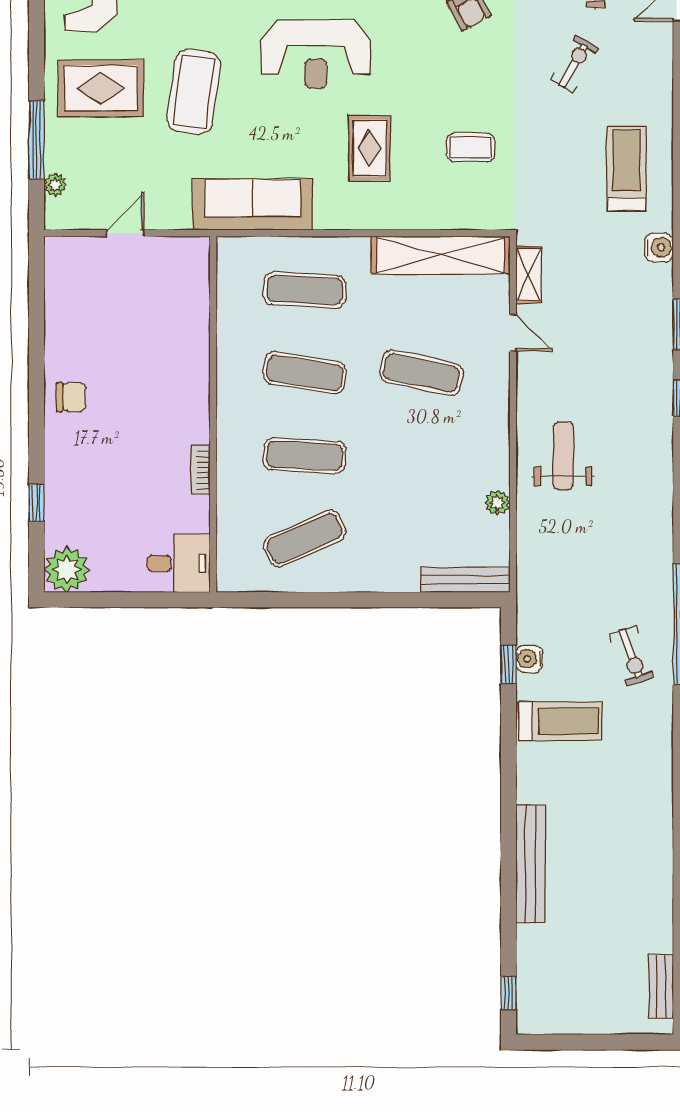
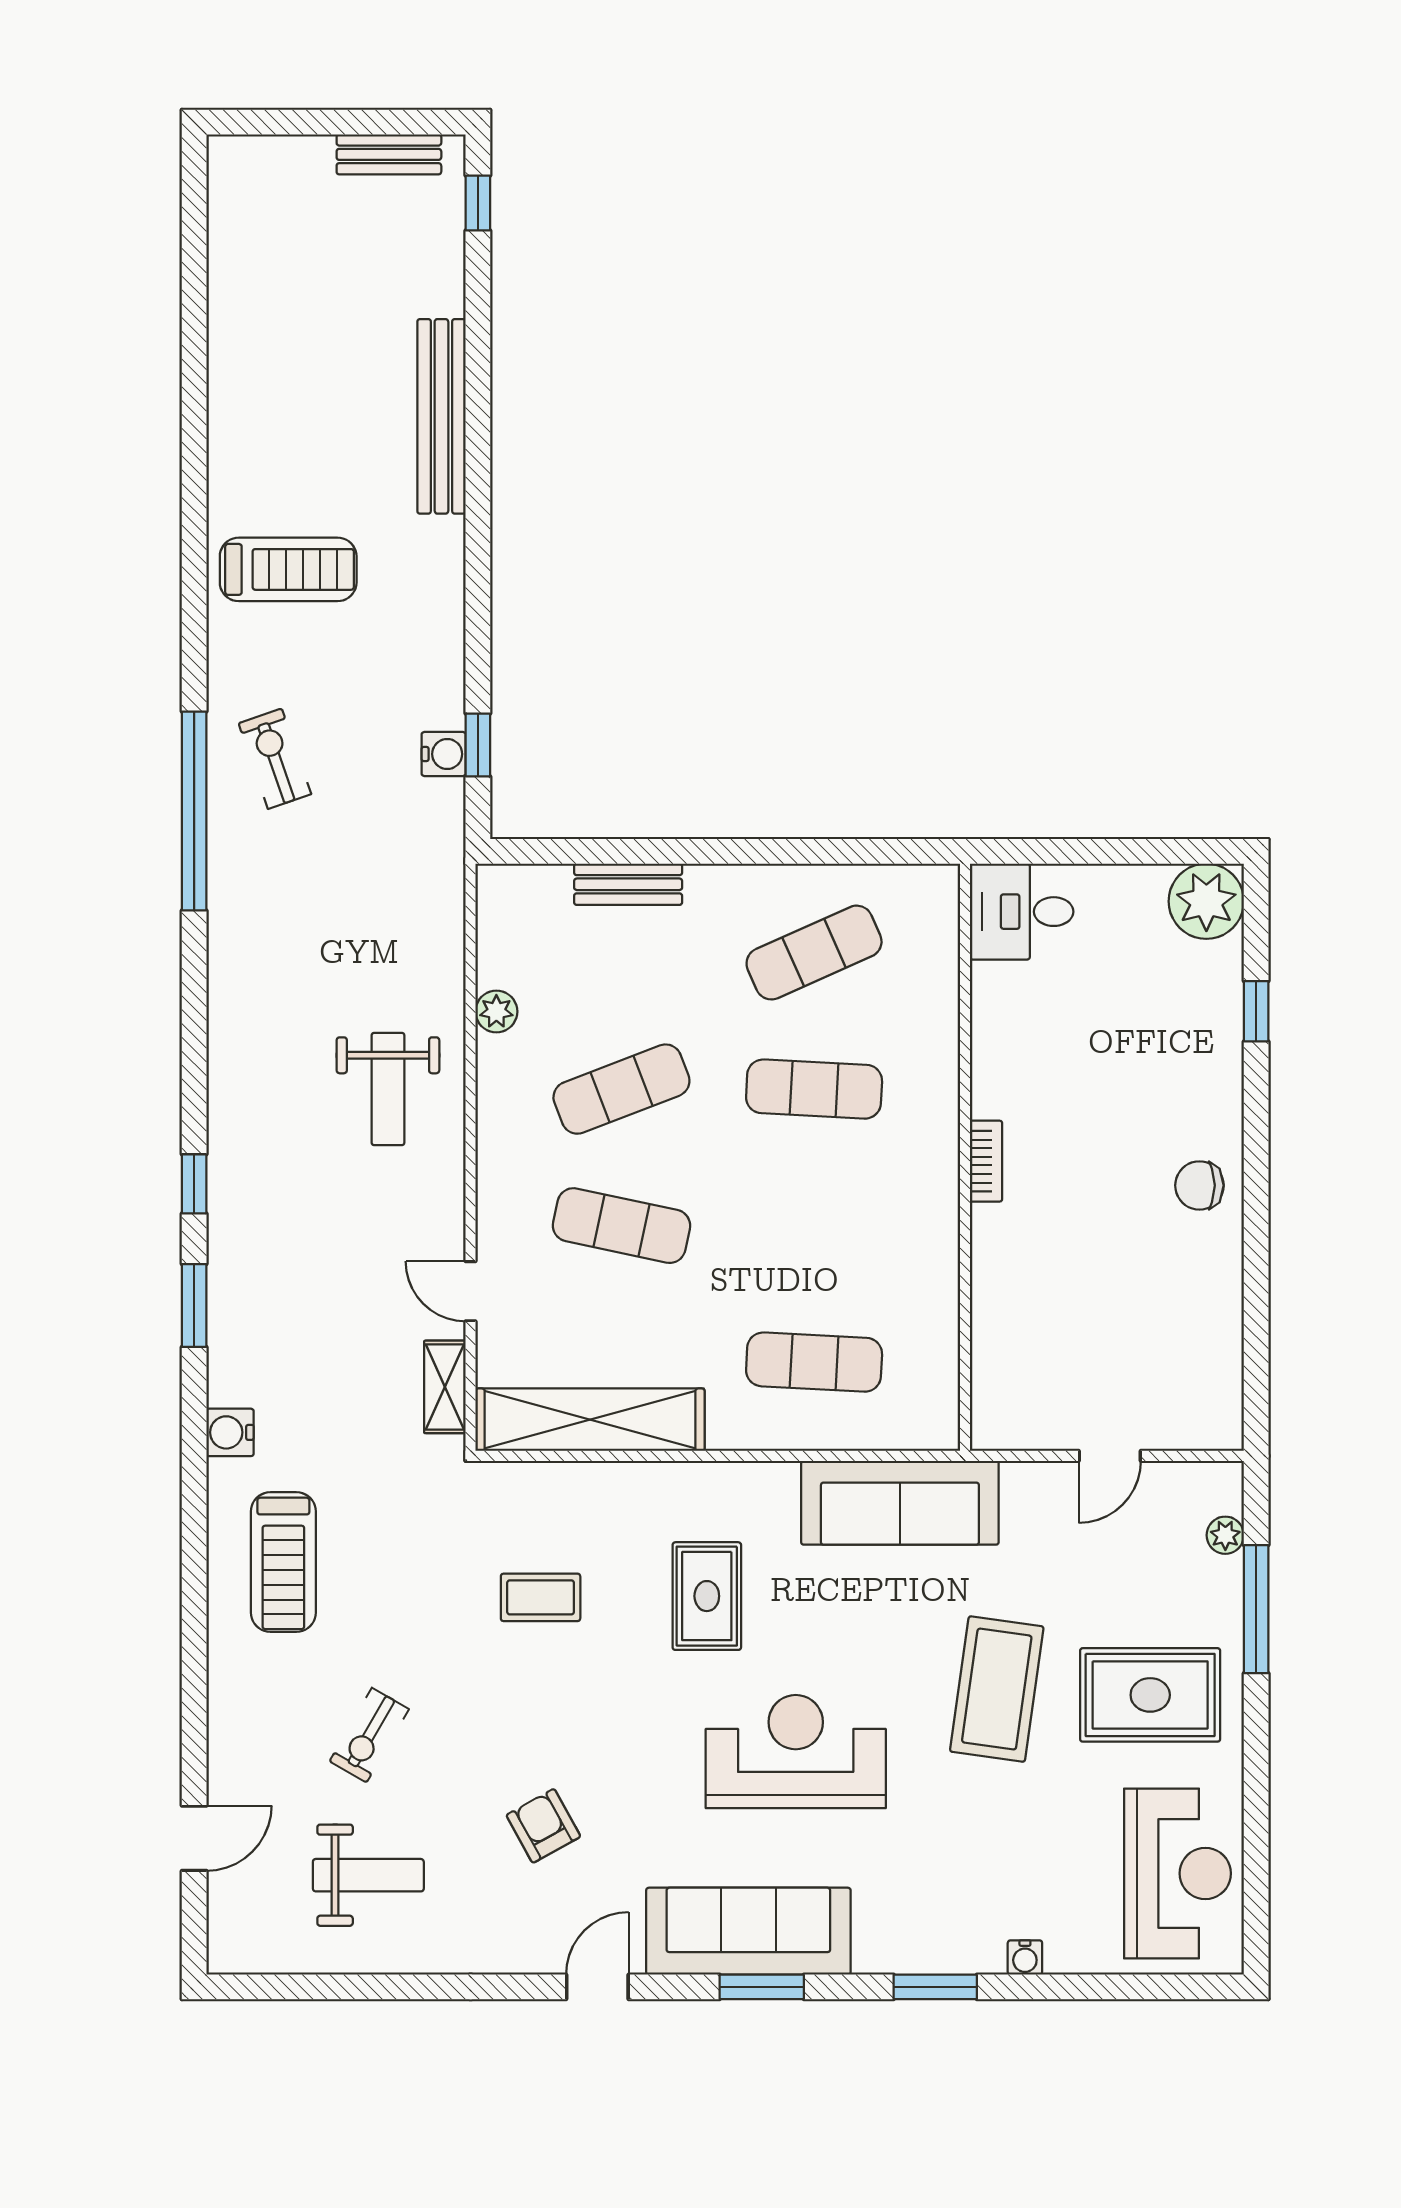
exercise mat: (305, 373) -> (621, 1089), moved, turned -30
bookcase: (200, 470) -> (986, 1161), moved
bench: (465, 580) -> (628, 884), moved, width x0.73
treadmill: (560, 721) -> (288, 569), moved, turned 180
bench: (661, 987) -> (389, 154), moved, turned 90

